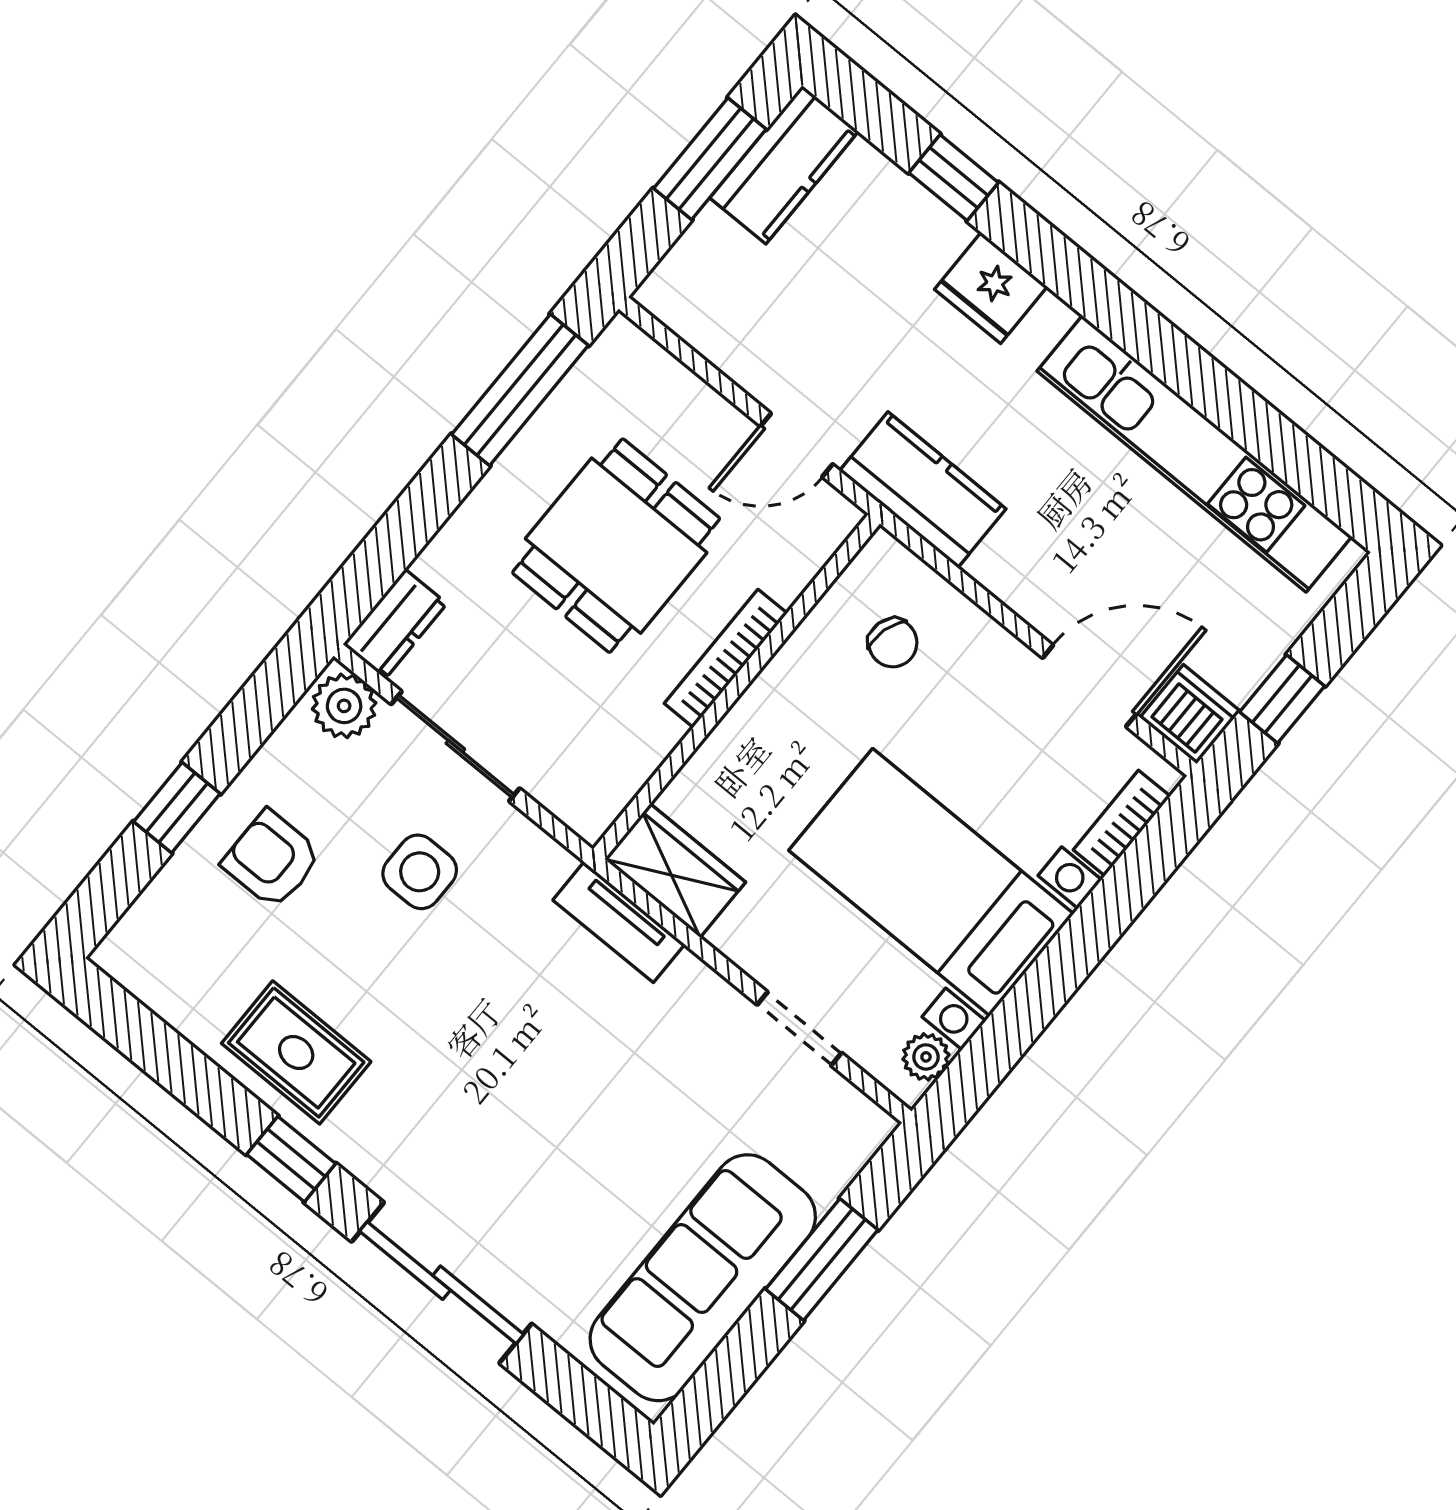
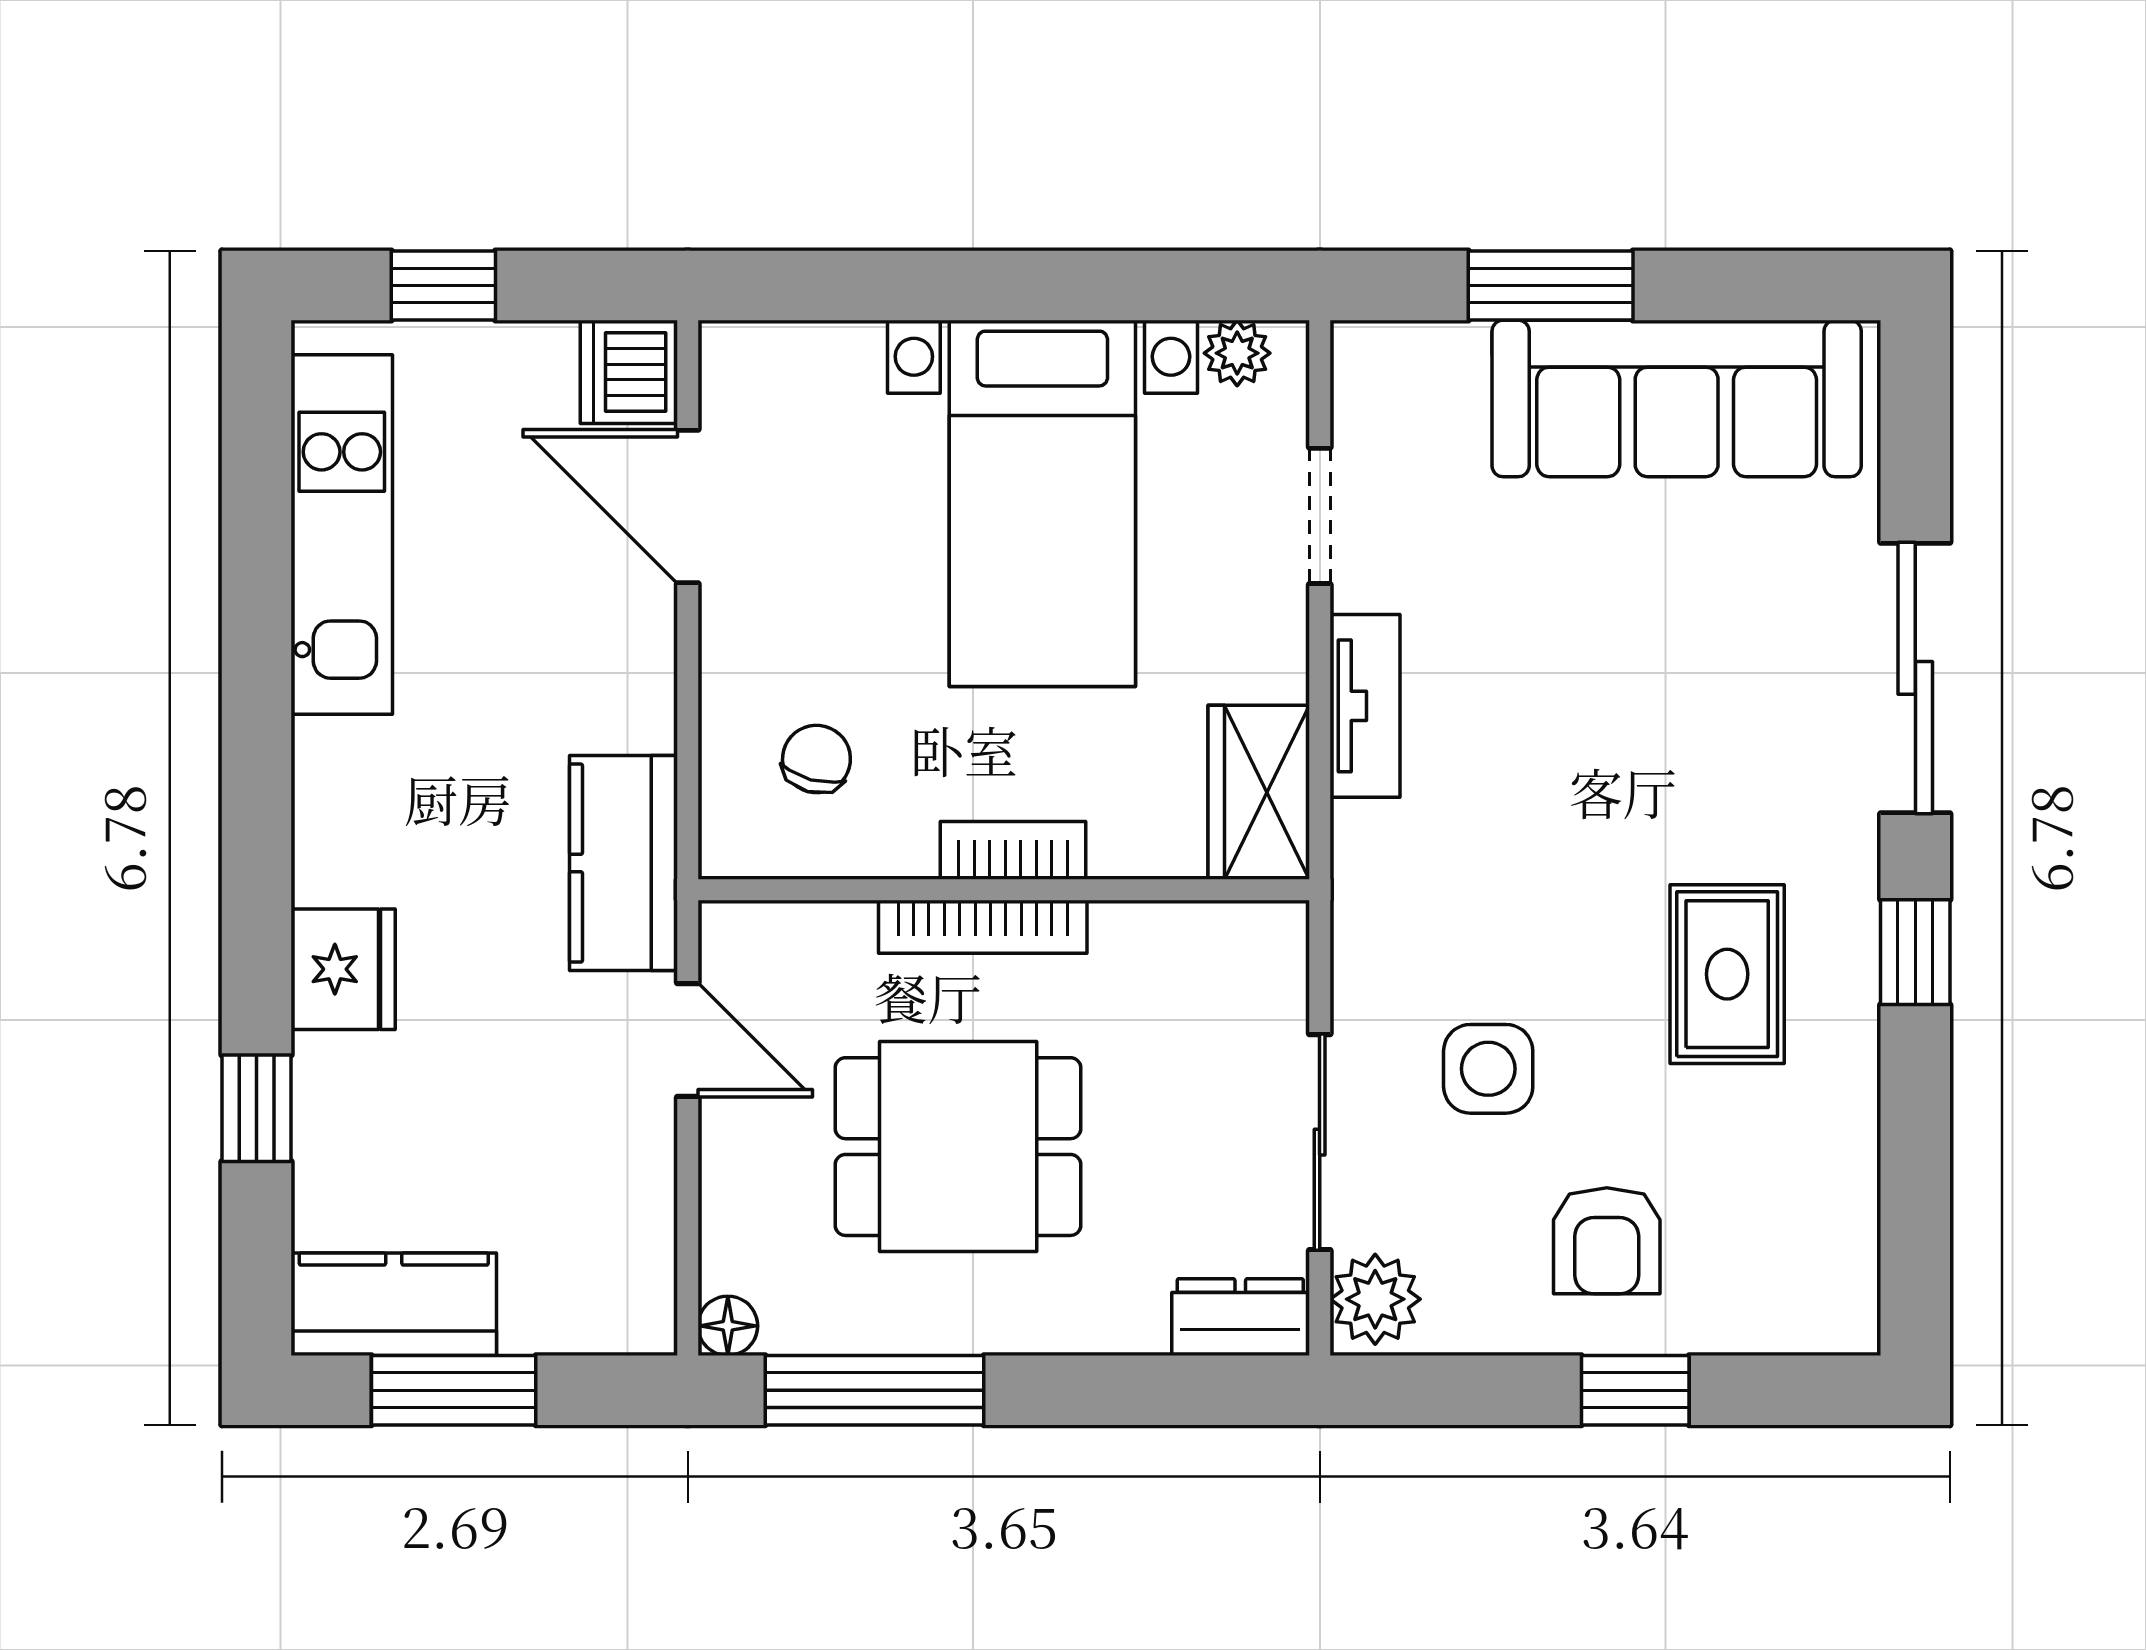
floor lamp: (622, 338) -> (728, 1326), added
kitchen unit: (1194, 454) -> (342, 535), width x0.73
window: (1282, 699) -> (443, 285), moved
bookcase: (1122, 823) -> (1013, 850), moved, turned 180
tv unit: (619, 922) -> (1365, 706), moved
rug: (296, 1052) -> (1727, 974), moved

